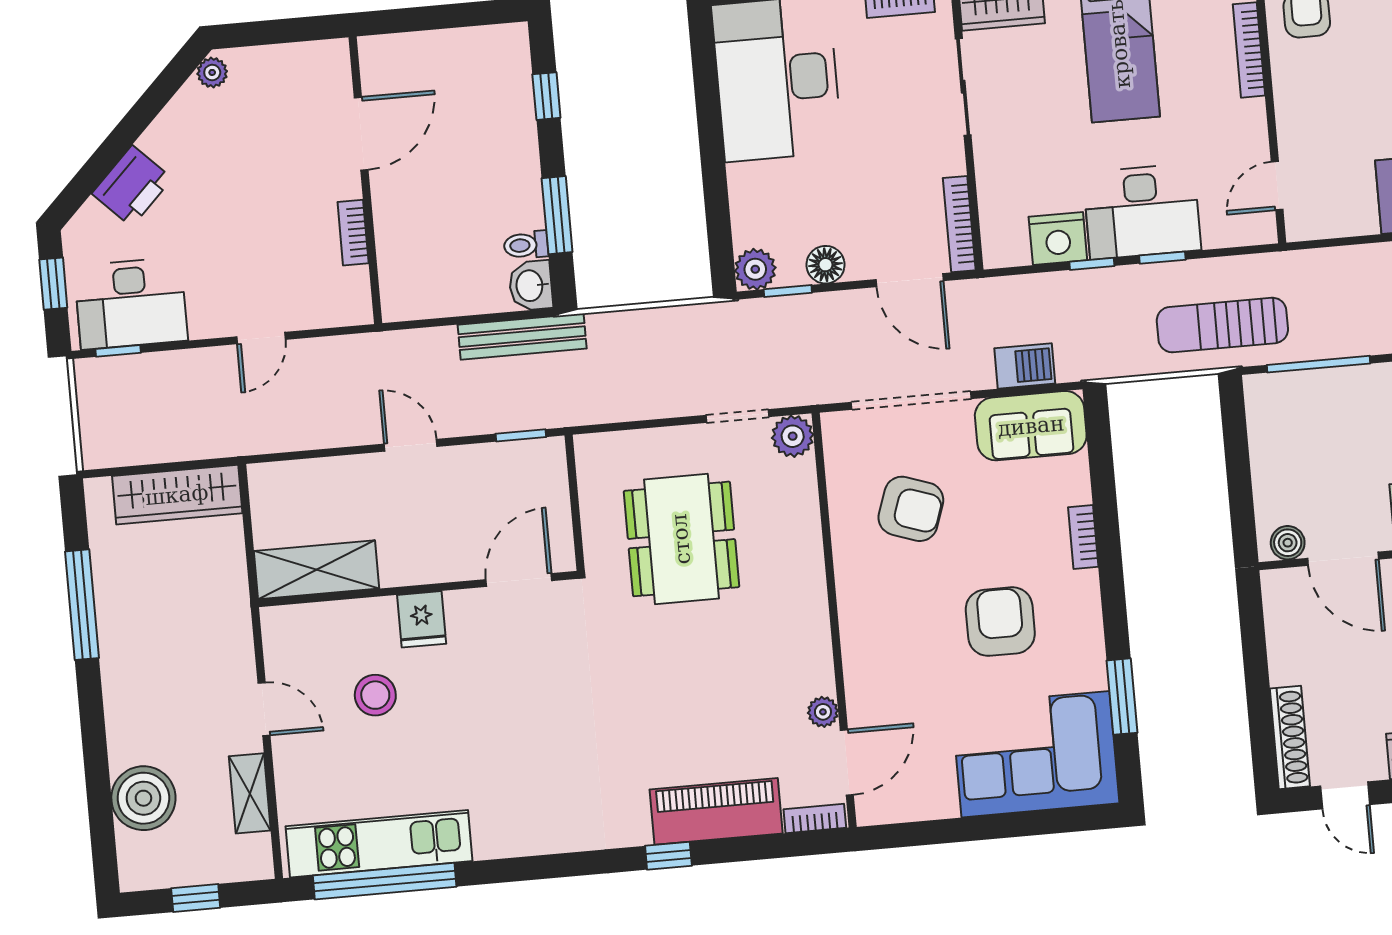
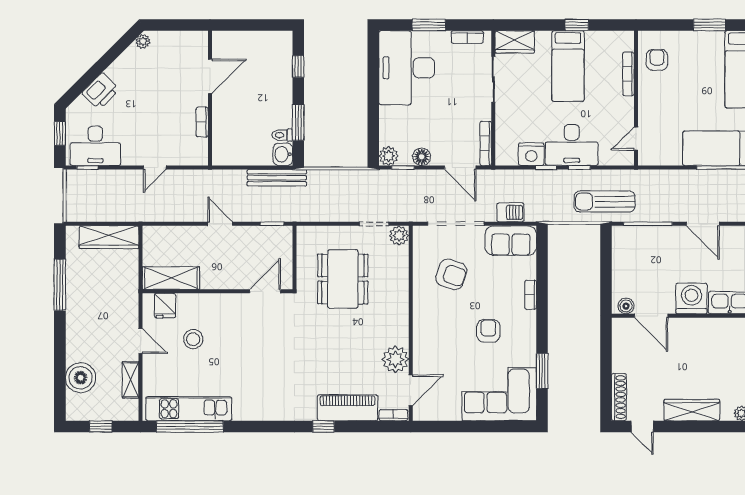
fridge: (422, 619) -> (165, 306), moved
armchair: (1000, 622) -> (488, 331), width x0.72, depth x0.72
plant: (823, 712) -> (395, 359), width x1.87, depth x1.87

